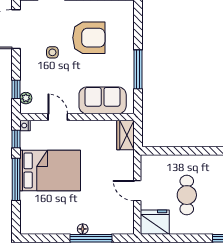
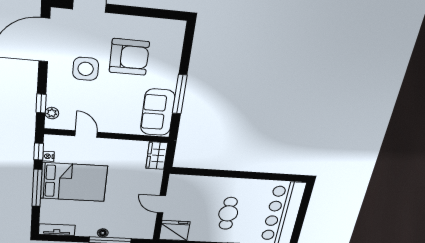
side table: (52, 52) -> (86, 69), width x1.87, depth x1.87
sofa: (103, 100) -> (158, 112), moved, turned -90
nightstand: (25, 126) -> (48, 156), moved
cafe table: (187, 195) -> (228, 213), moved
tv unit: (37, 228) -> (57, 230), added

